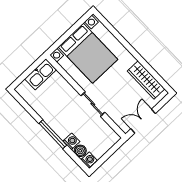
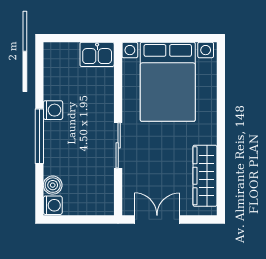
kitchen sink: (41, 74) -> (97, 54), width x0.73
washing machine: (71, 141) -> (53, 110), moved

